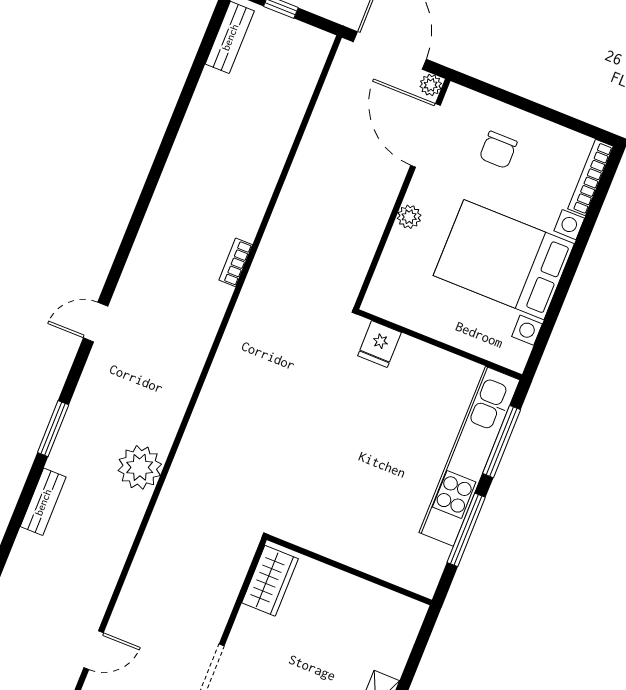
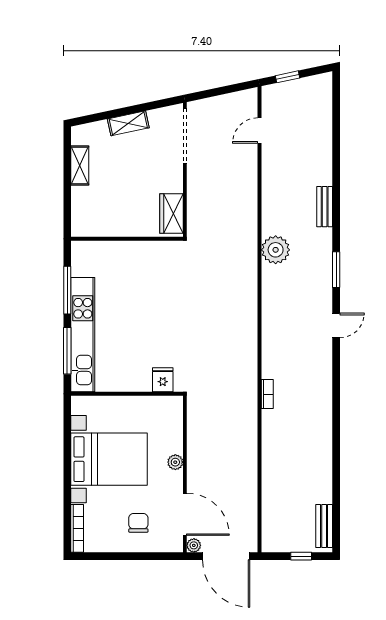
window: (53, 429) -> (336, 270), moved

